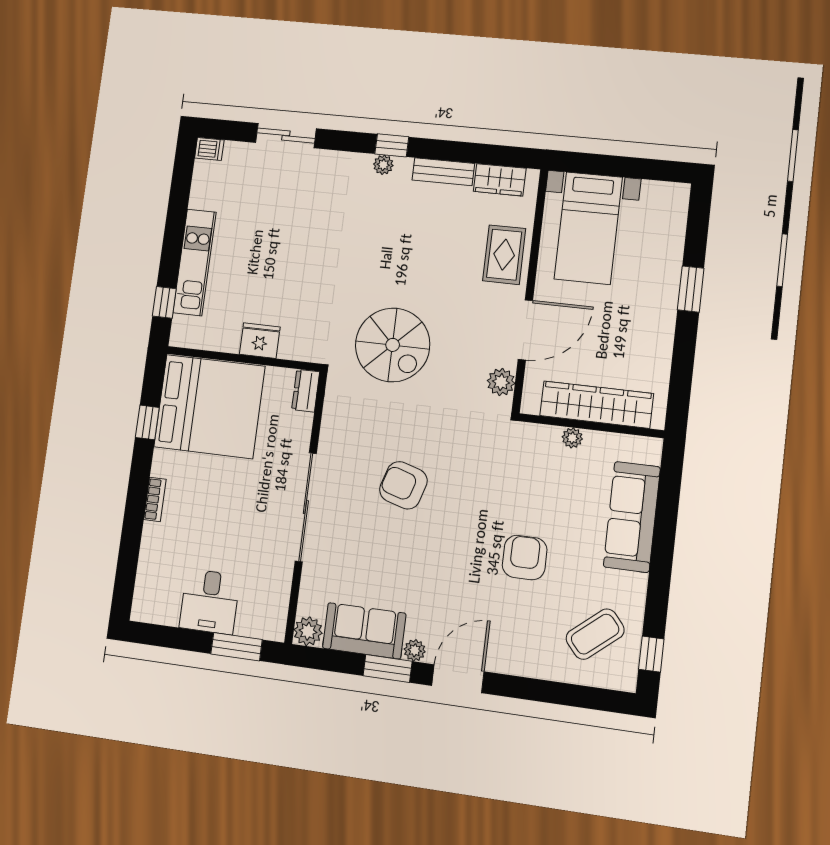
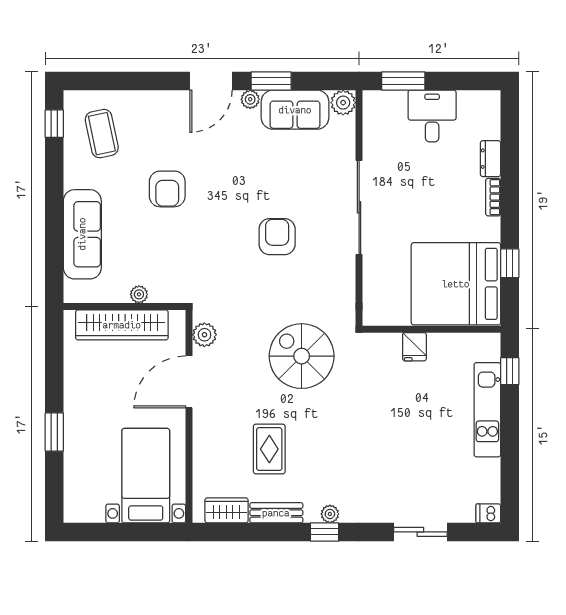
rug: (504, 255) -> (269, 449), moved
fridge: (260, 341) -> (414, 347), width x0.72
dresser: (306, 391) -> (491, 159), moved, turned 180
armchair: (403, 485) -> (277, 237), turned -107
coffee table: (595, 634) -> (102, 134), turned -62

